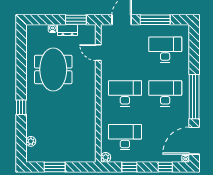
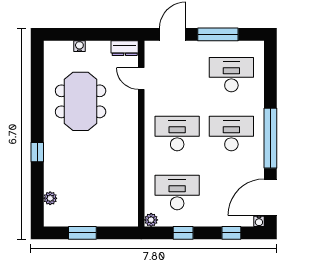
window: (76, 20) -> (111, 34), removed
dresser: (67, 30) -> (125, 48), moved

